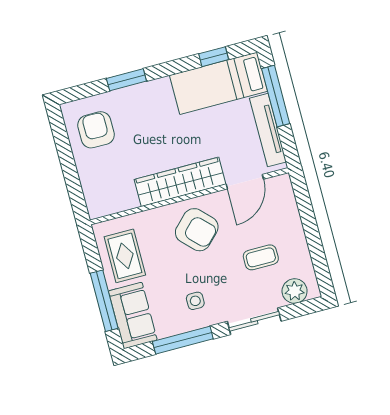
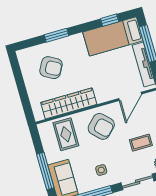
armchair: (96, 130) -> (51, 68), moved, turned 119
wardrobe: (180, 182) -> (69, 103), moved
rug: (125, 256) -> (66, 134), moved

